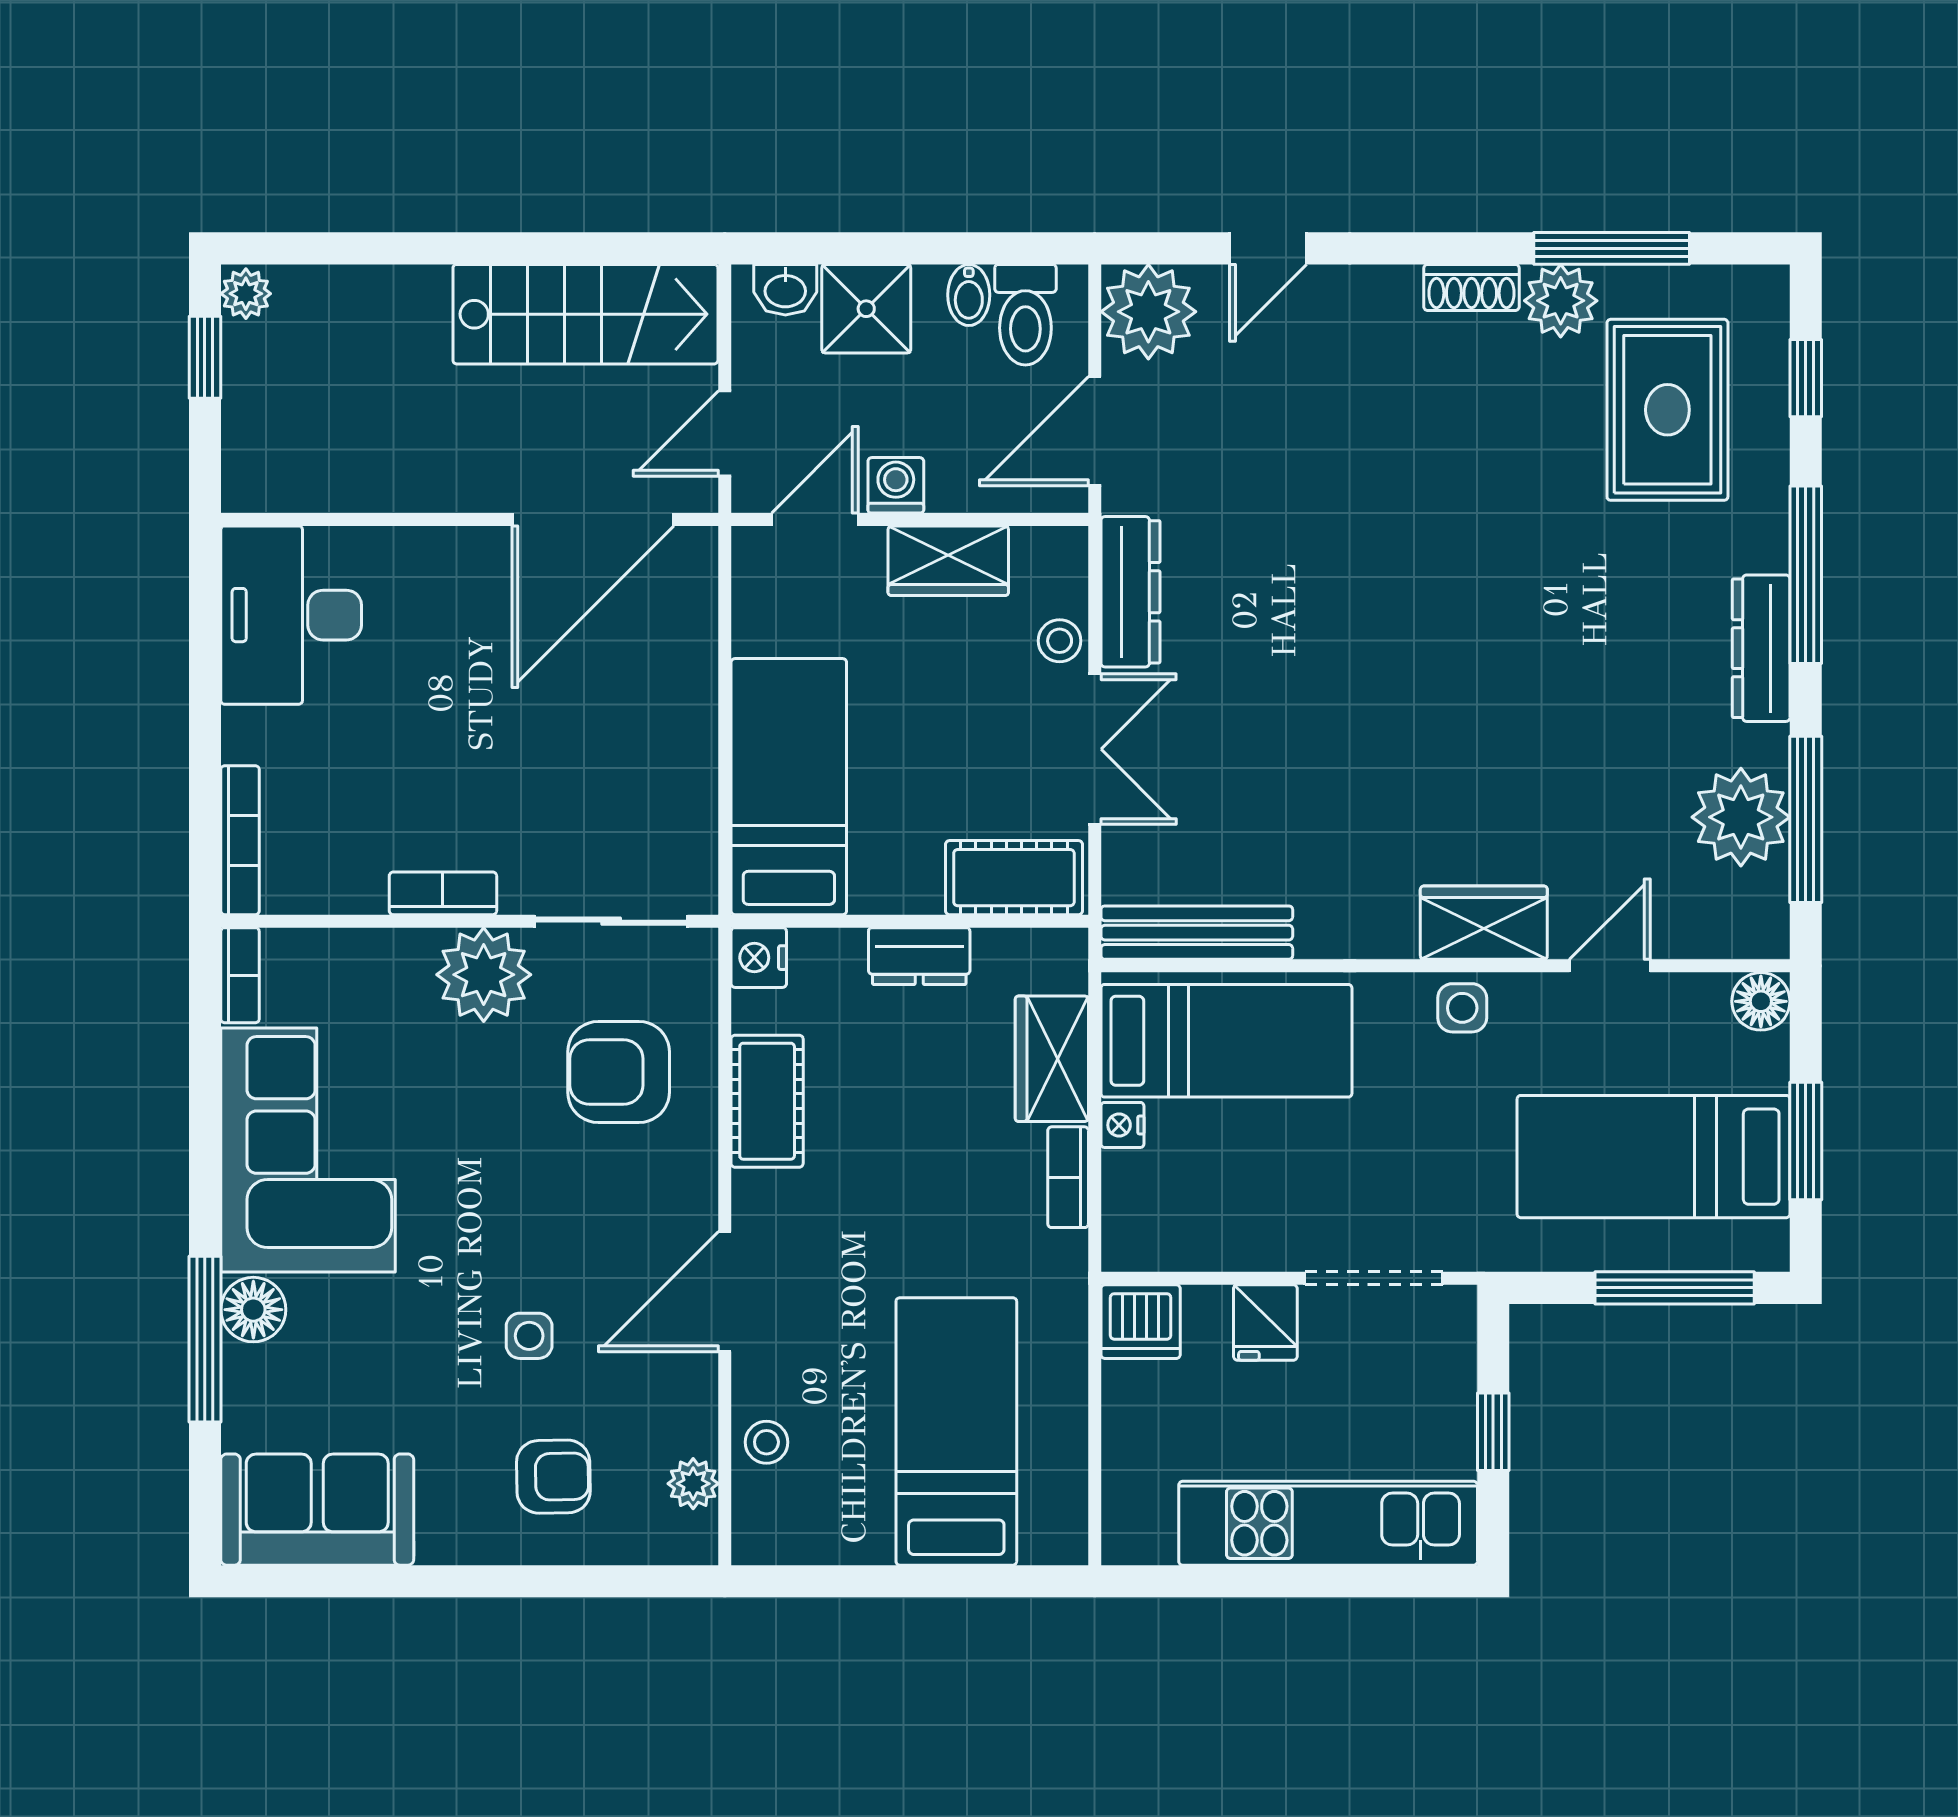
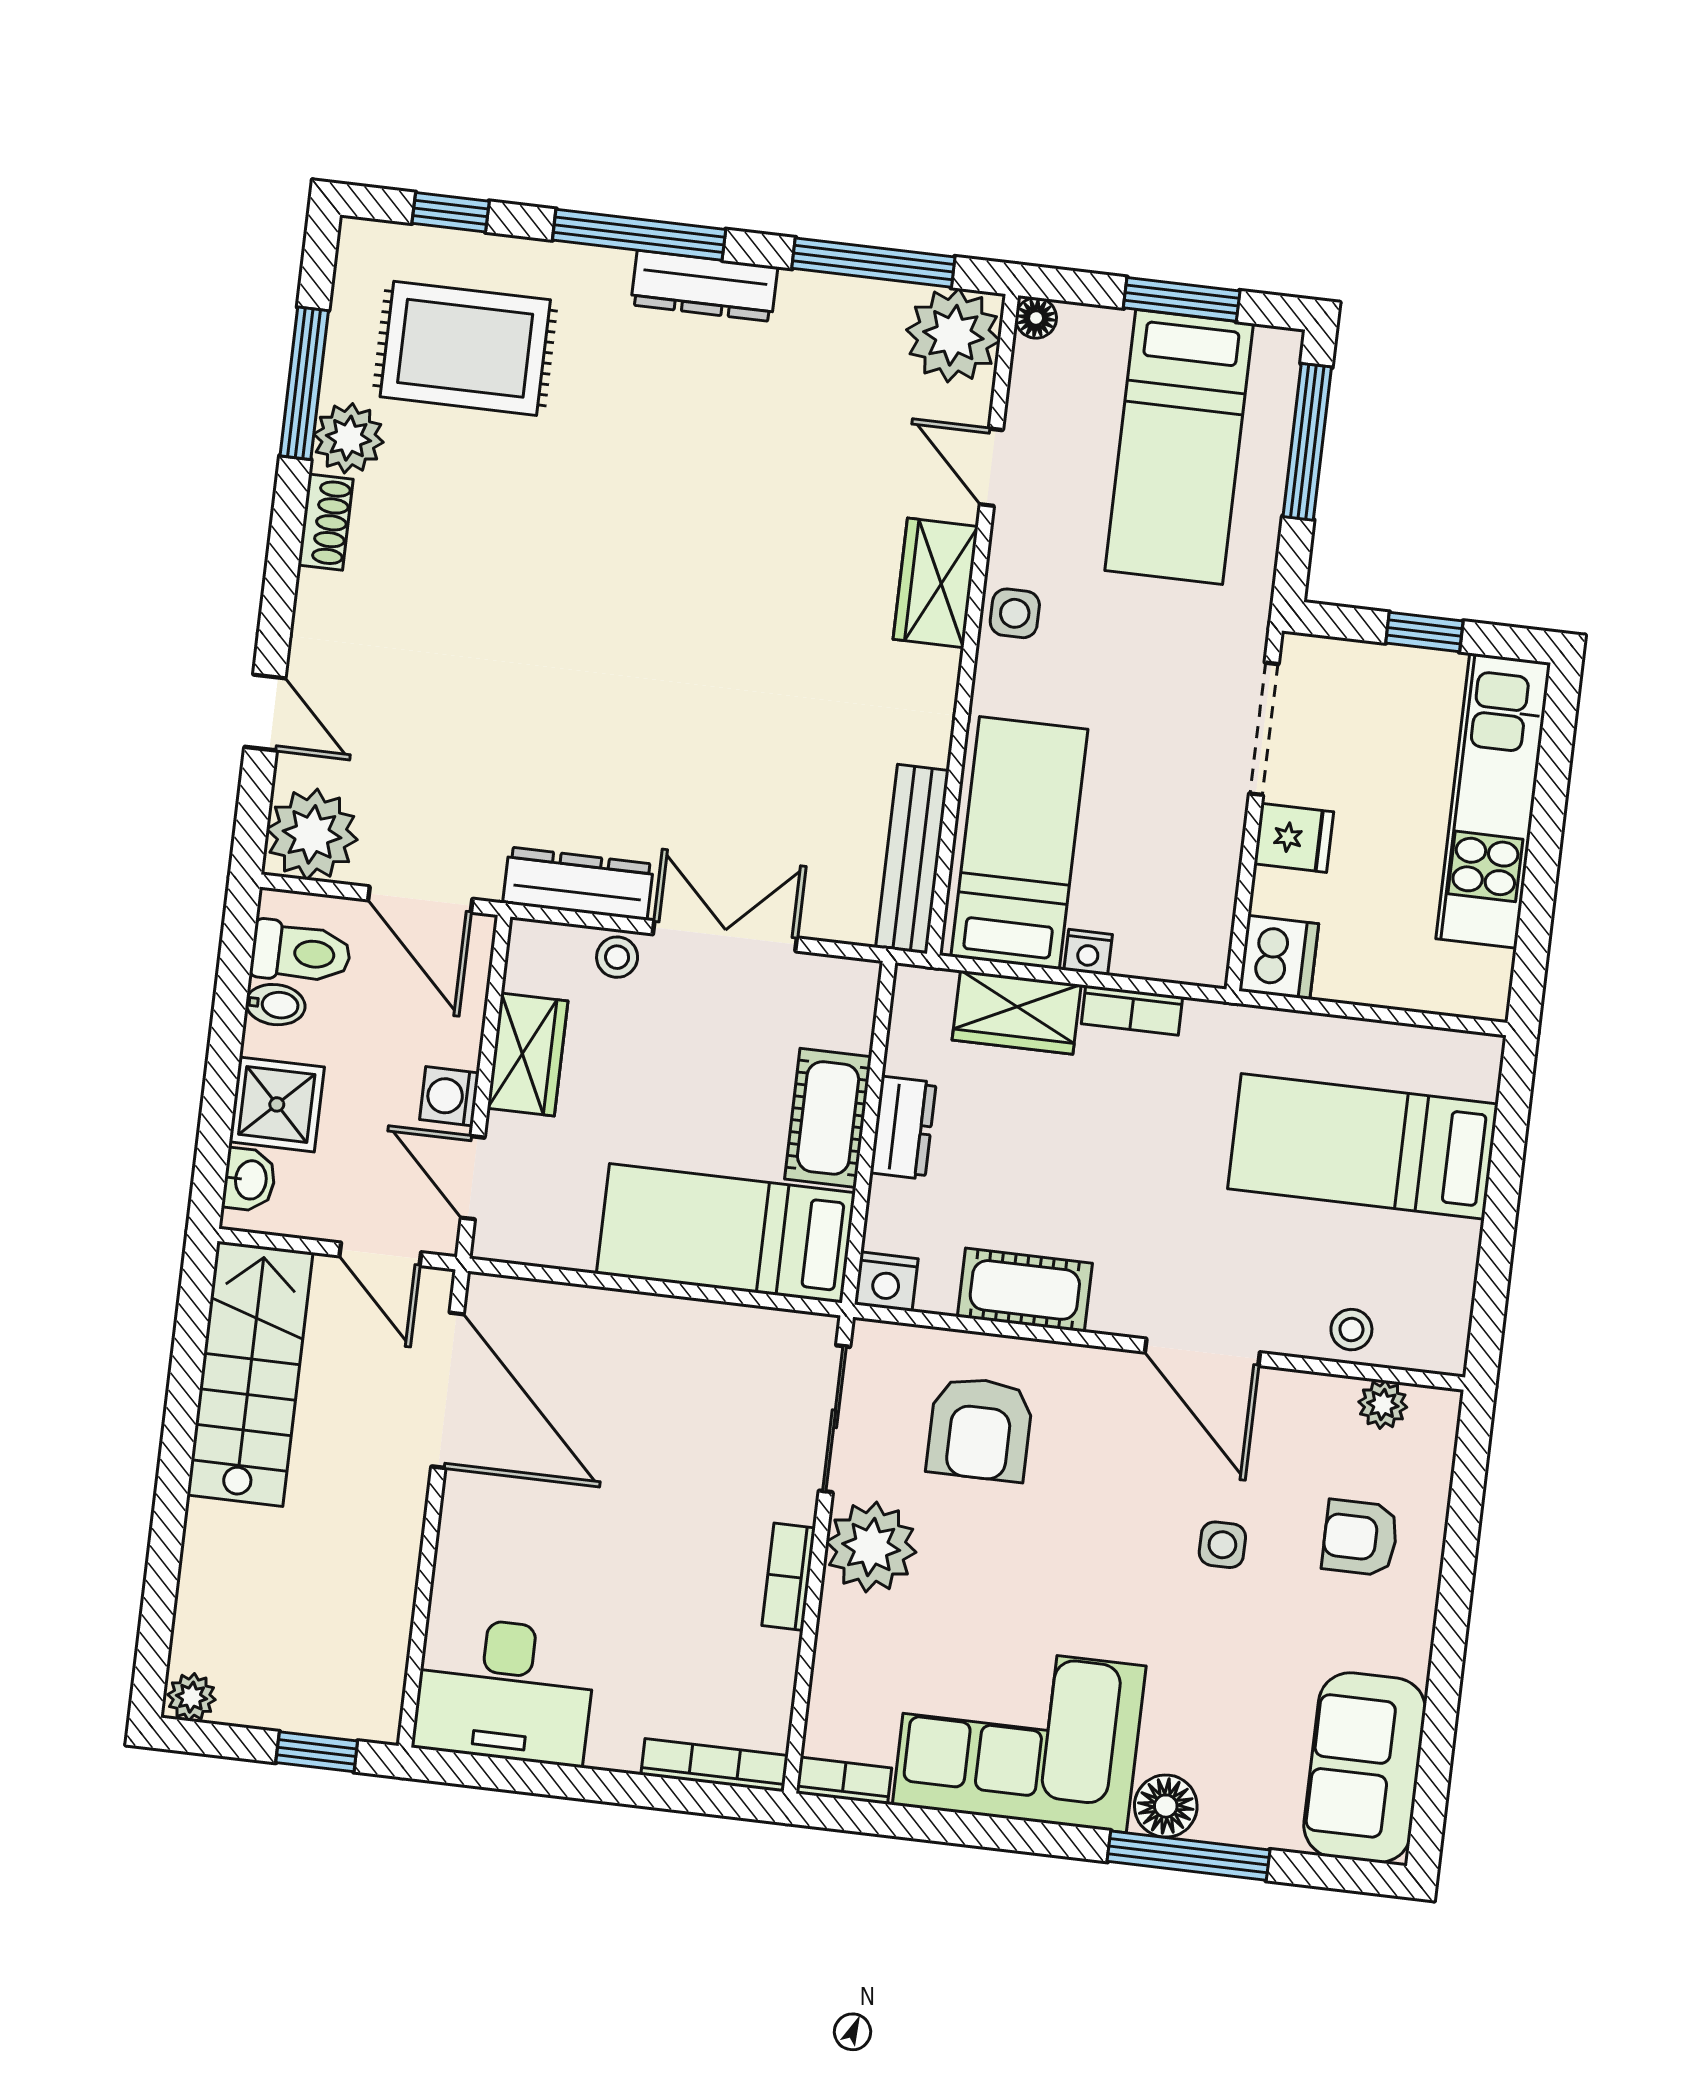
window: (205, 357) -> (317, 1752), moved
plant: (1741, 817) -> (953, 335), moved
cot: (1014, 878) -> (828, 1118), moved
floor lamp: (1761, 1001) -> (1036, 318), width x0.73, depth x0.73
armchair: (553, 1477) -> (1360, 1538), turned -89

